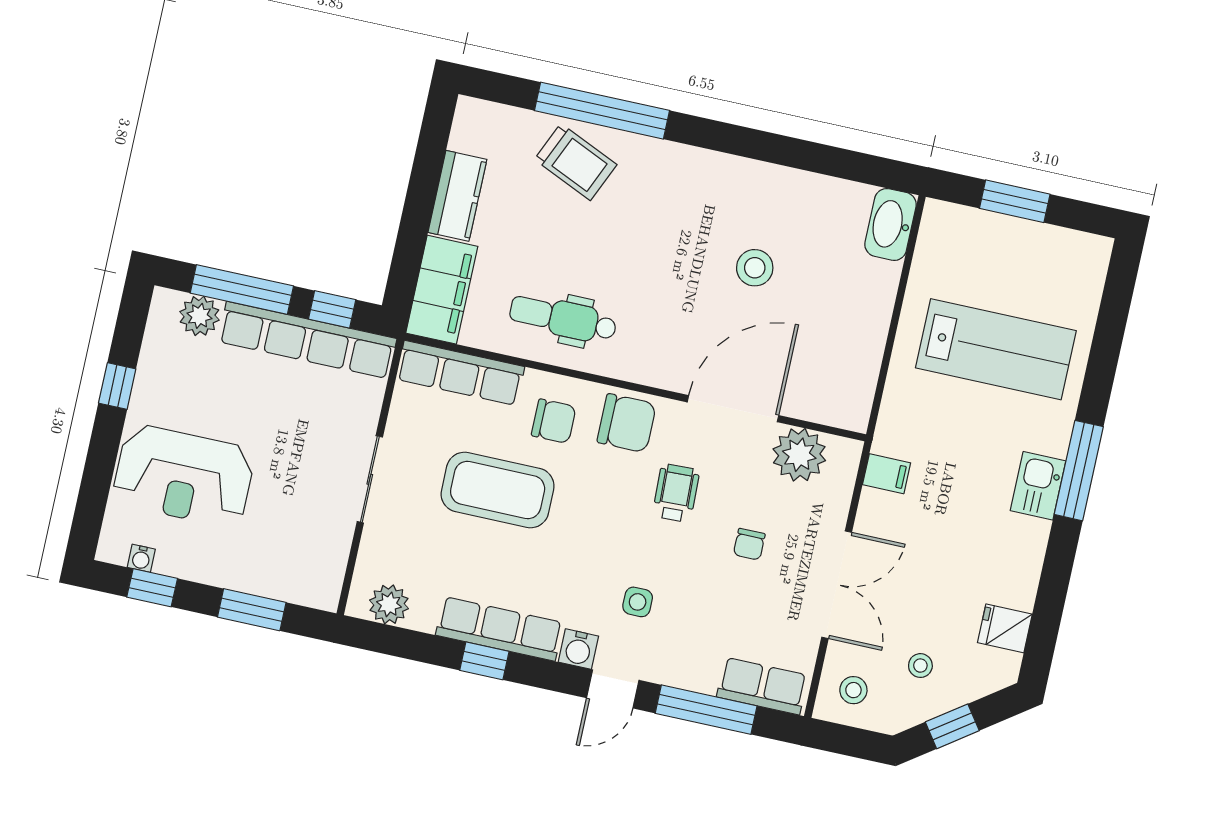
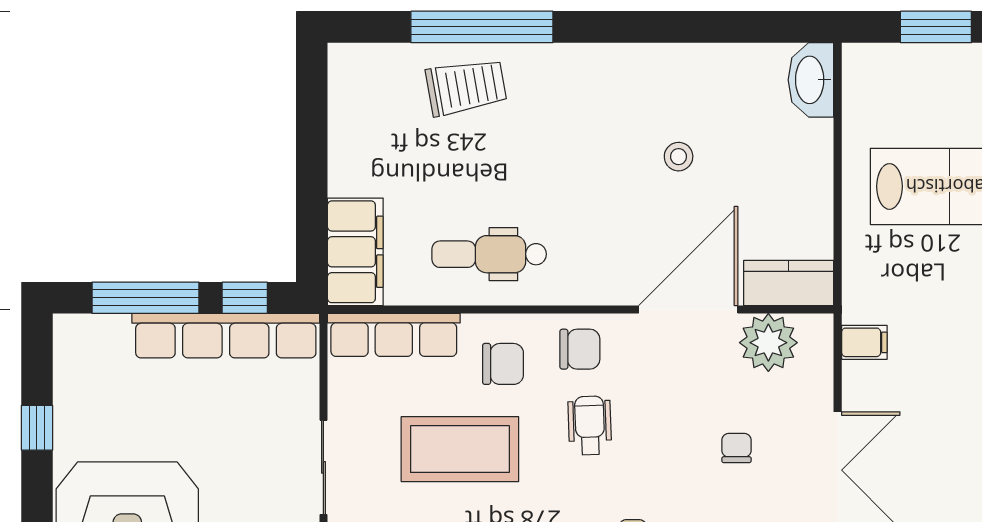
trolley: (576, 162) -> (466, 87), turned -34
kitchen counter: (457, 196) -> (789, 283), moved, turned -90
stool: (755, 268) -> (679, 157), width x0.73, depth x0.73
plant: (199, 316) -> (107, 335), removed
chair: (627, 423) -> (580, 349), width x0.73, depth x0.73
wheelchair: (676, 493) -> (590, 425), moved
chair: (749, 544) -> (737, 448), turned 180

